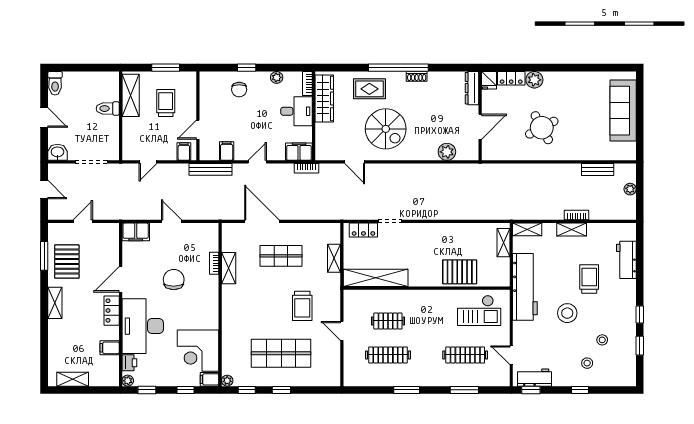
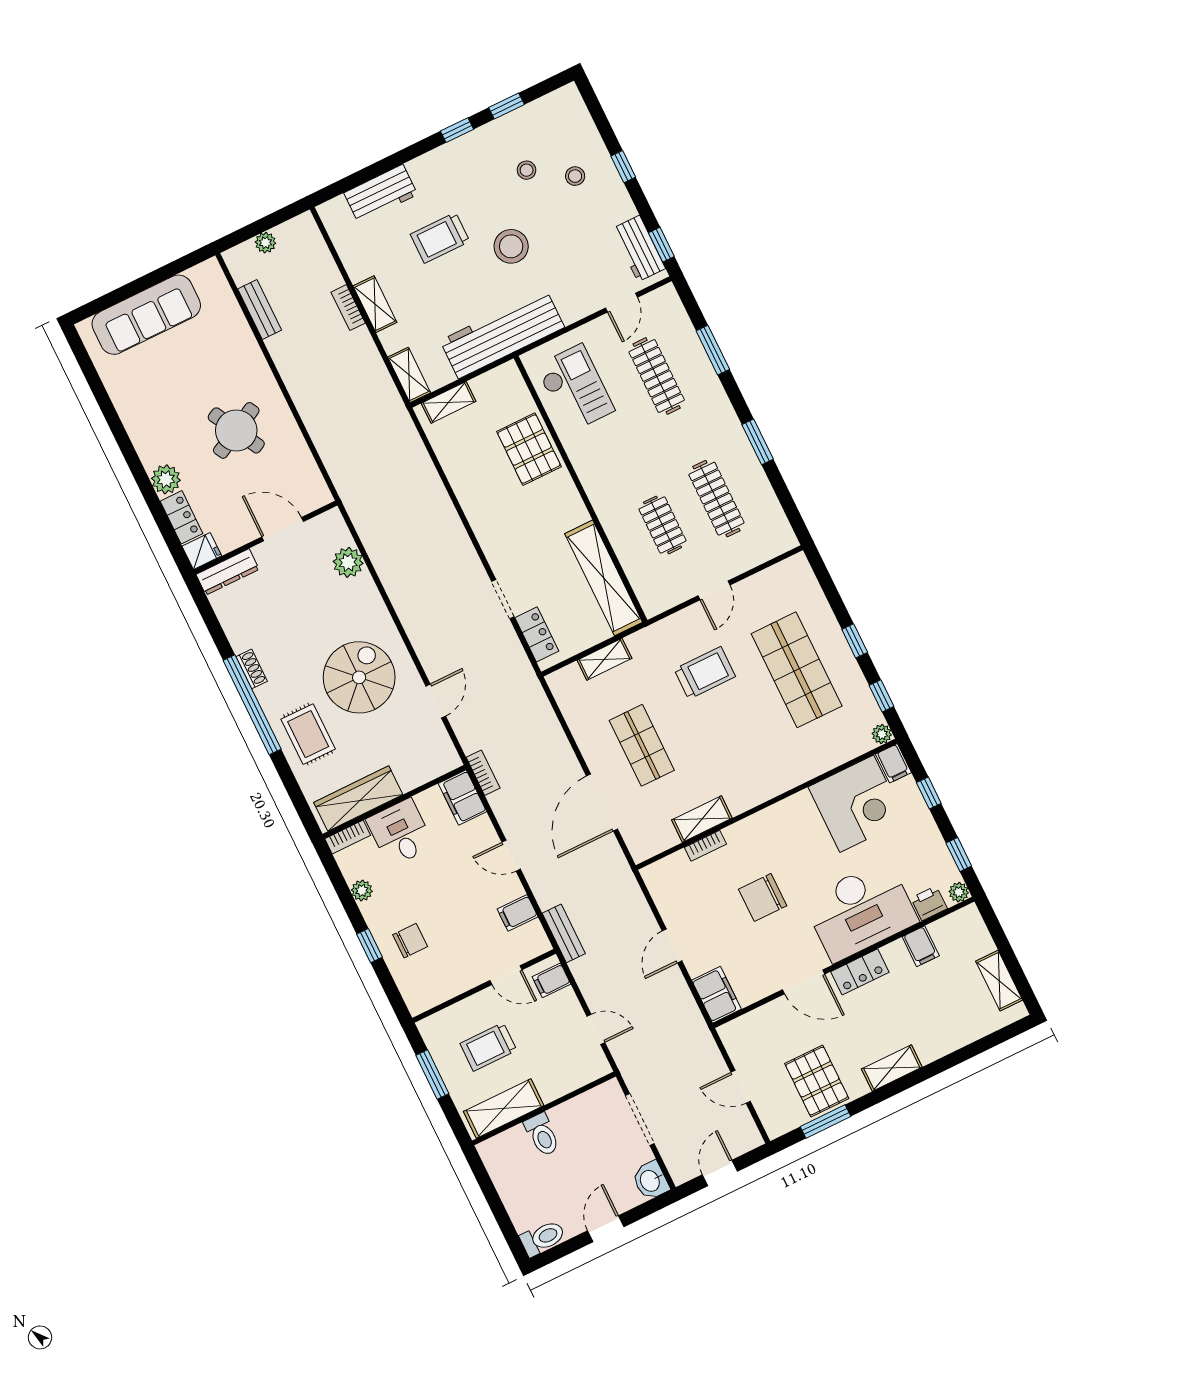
bench: (210, 169) -> (564, 933), width x0.73
pallet: (67, 262) -> (817, 1081), turned 90

